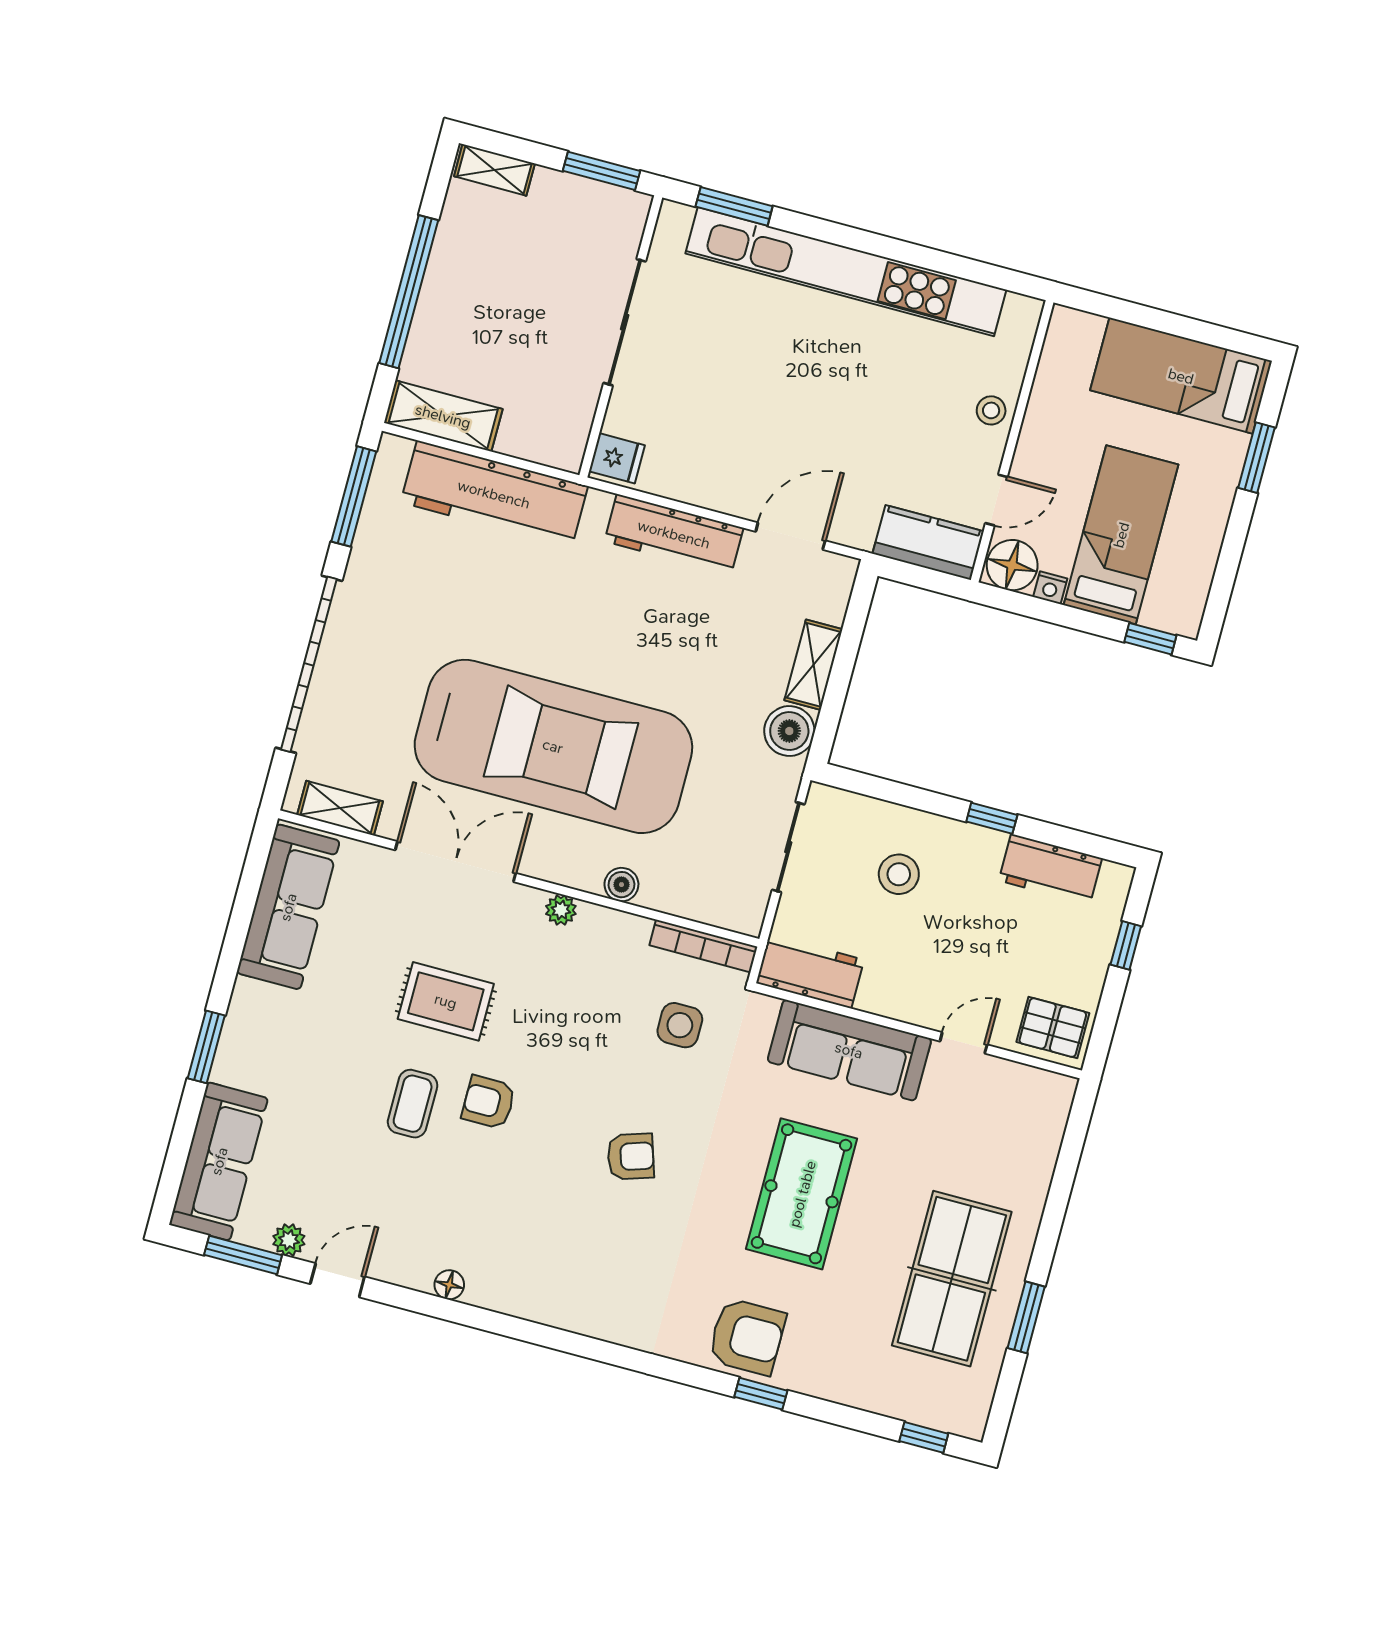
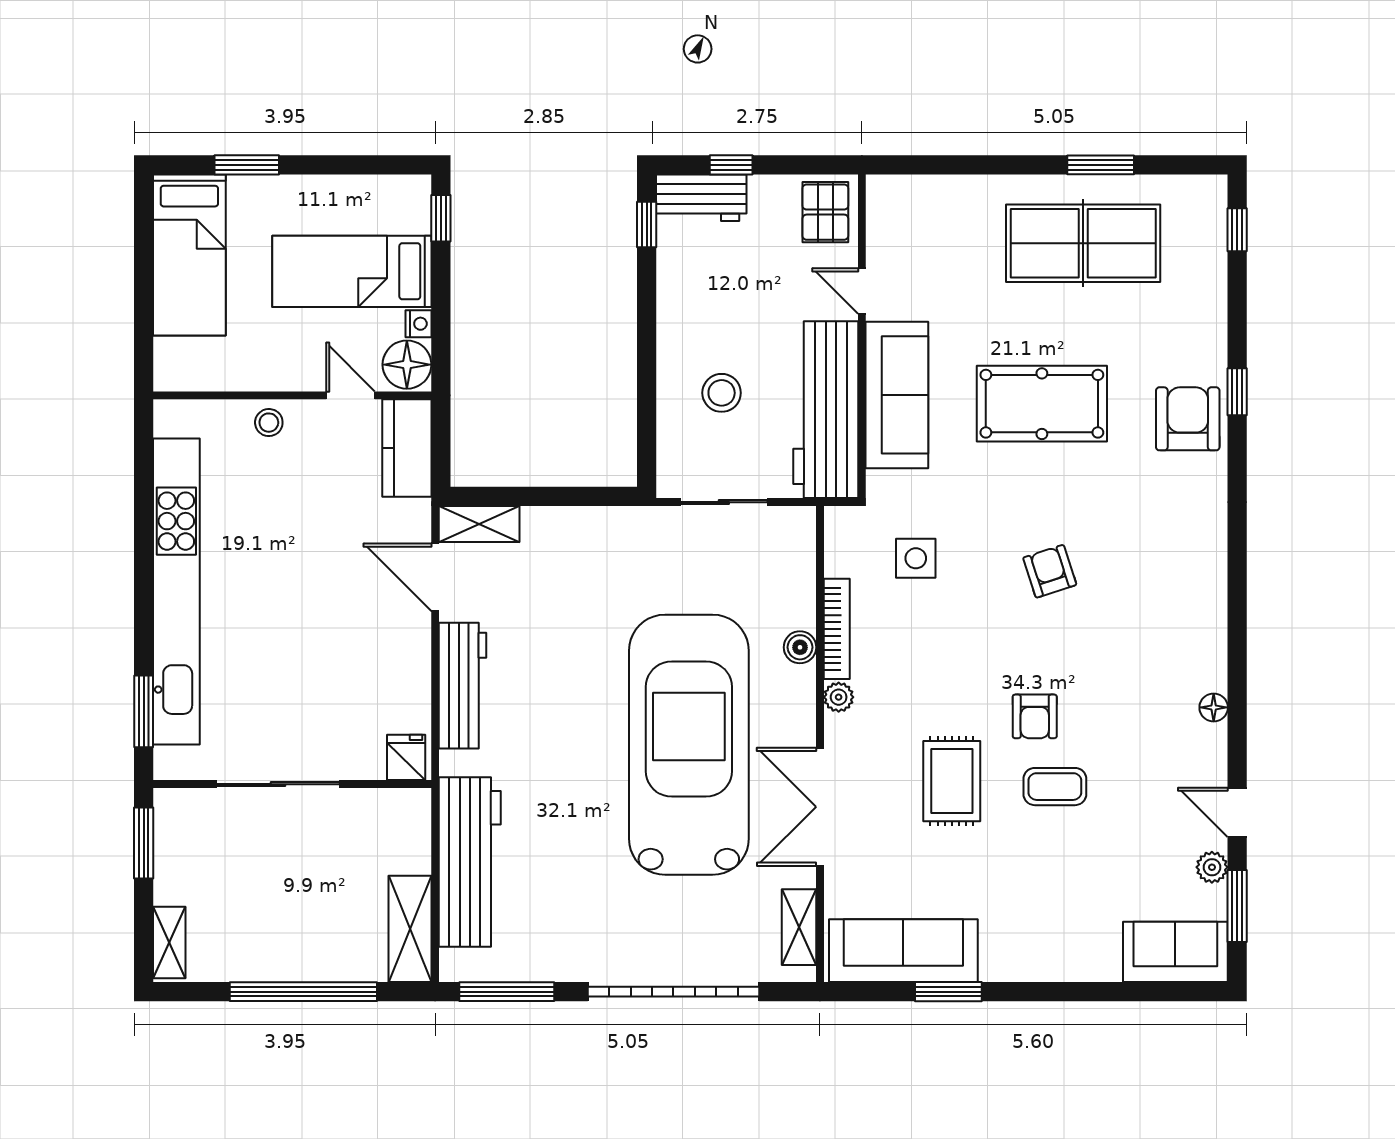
shelving: (813, 665) -> (479, 524), moved
boiler: (789, 731) -> (616, 530), removed
window: (992, 818) -> (647, 224), moved
workbench: (1050, 869) -> (701, 198), moved, turned 90
bookcase: (703, 946) -> (837, 629), moved
workbench: (810, 971) -> (826, 410), width x1.88, depth x1.32
window: (206, 1047) -> (948, 992), moved
sofa: (219, 1161) -> (1175, 952), width x0.73

